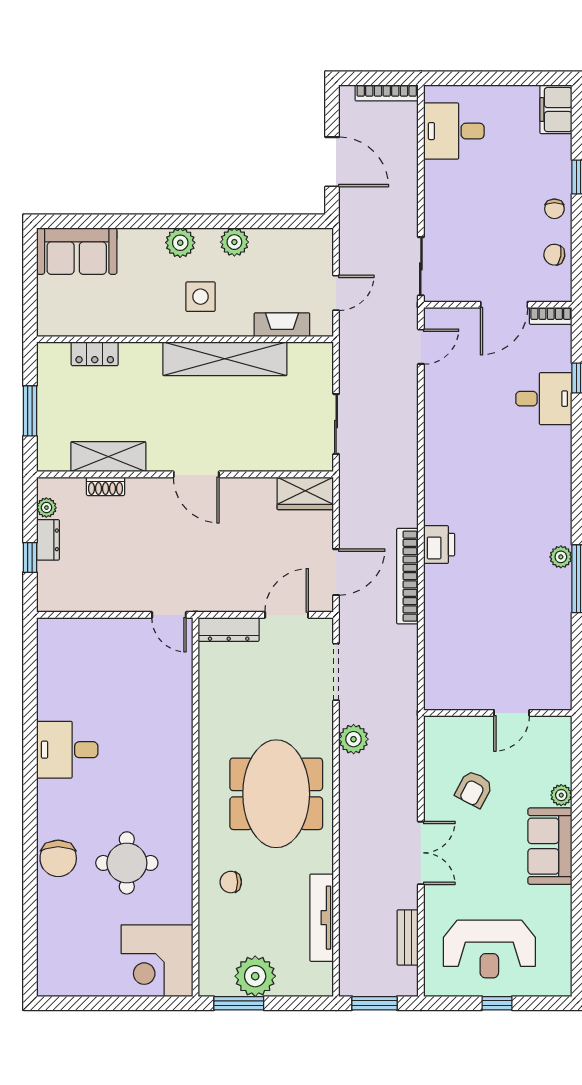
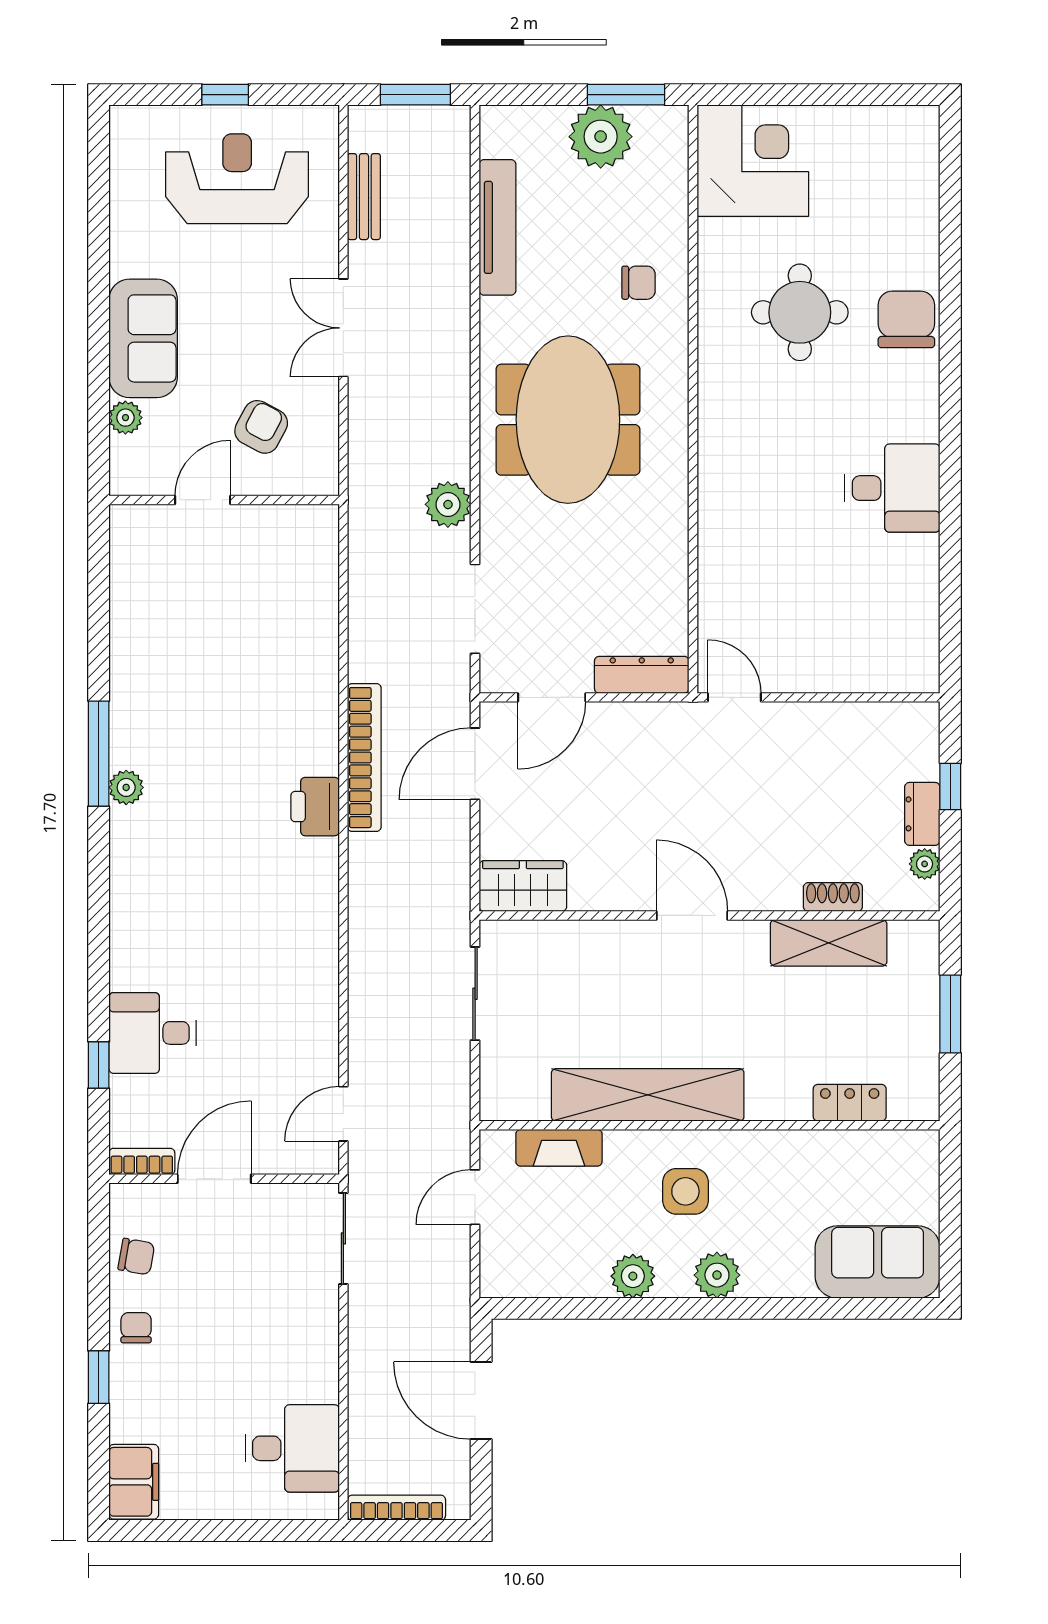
wall: (498, 713) -> (224, 500), moved
door: (512, 713) -> (203, 500), moved

